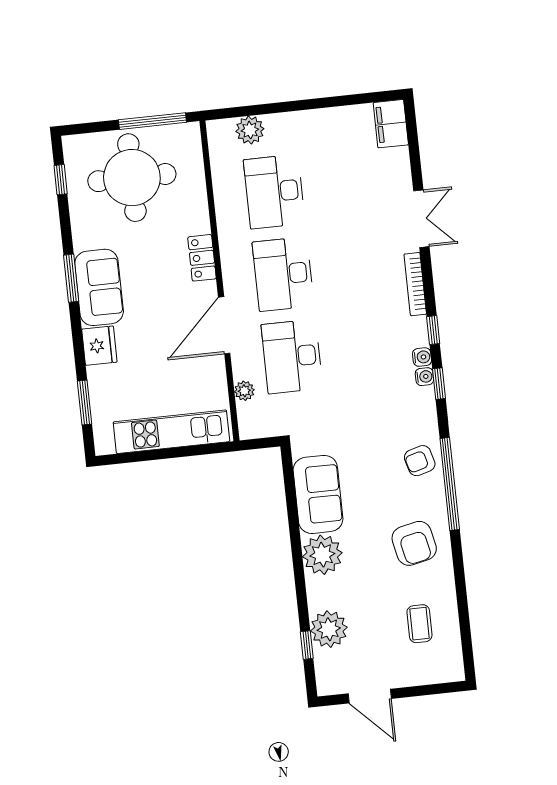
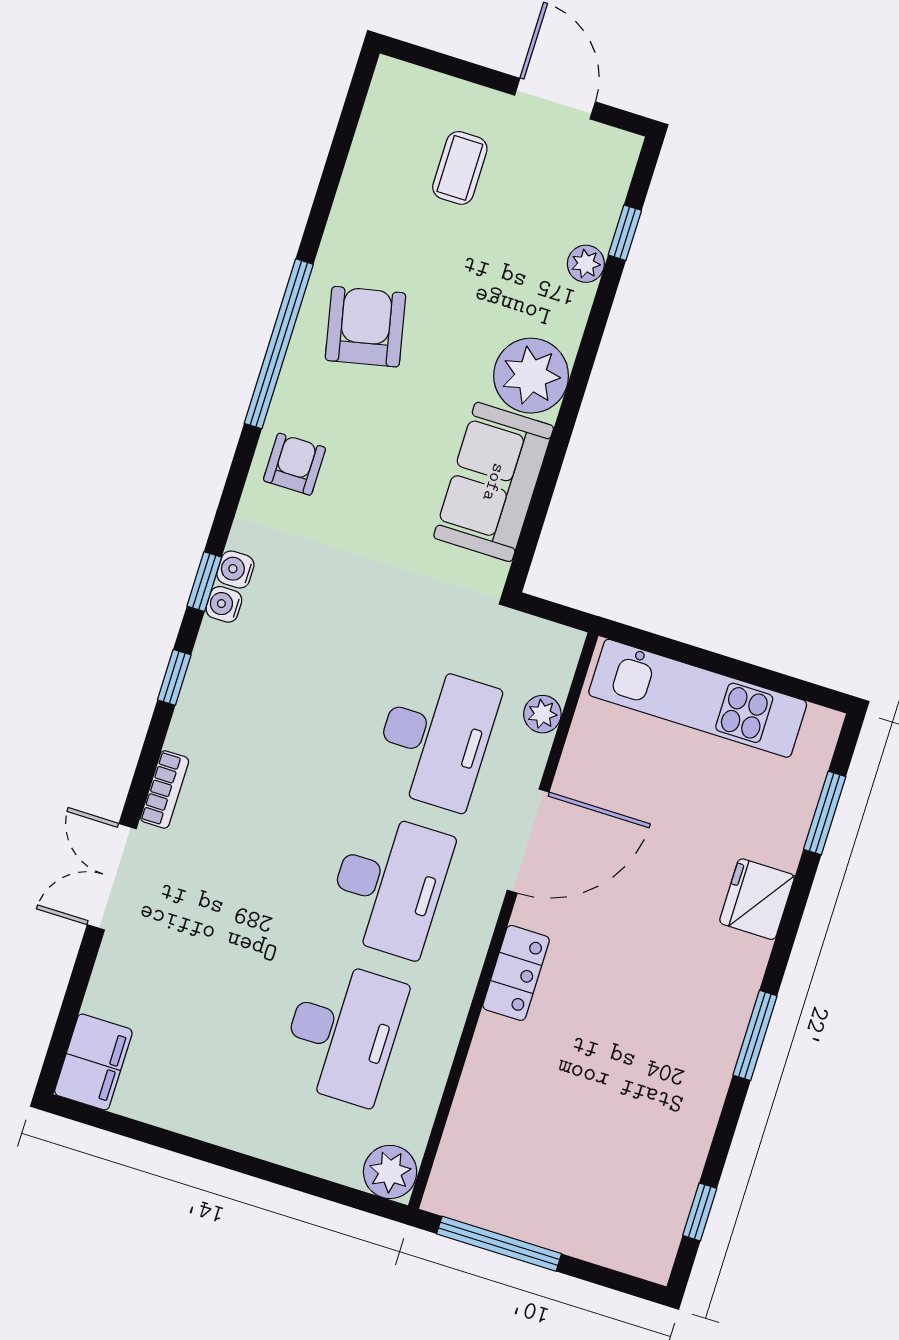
plant: (250, 130) -> (390, 1172), moved
round table: (132, 178) -> (576, 1162), removed
bookcase: (415, 284) -> (165, 789), width x0.64
sofa: (99, 287) -> (714, 999), removed
water cooler: (422, 357) -> (235, 569), moved
armchair: (420, 461) -> (294, 464), turned -74
window: (450, 484) -> (279, 344), moved
coffee table: (419, 624) -> (460, 168), moved
plant: (329, 629) -> (586, 264), width x0.53, depth x0.53

